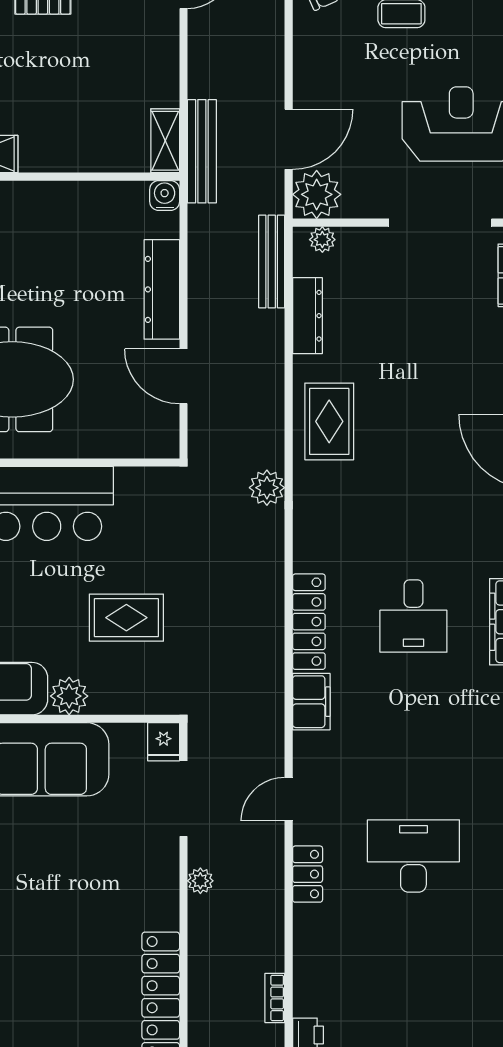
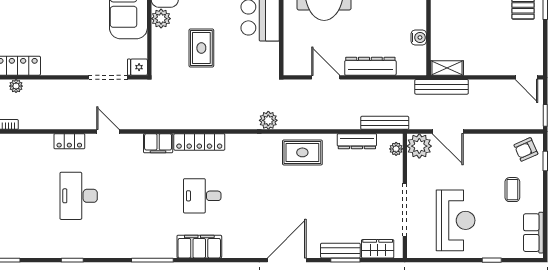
water cooler: (165, 195) -> (419, 37), moved
door: (183, 376) -> (326, 77), hinge flipped
desk: (413, 856) -> (79, 196), turned 180
plant: (200, 881) -> (16, 86), moved

